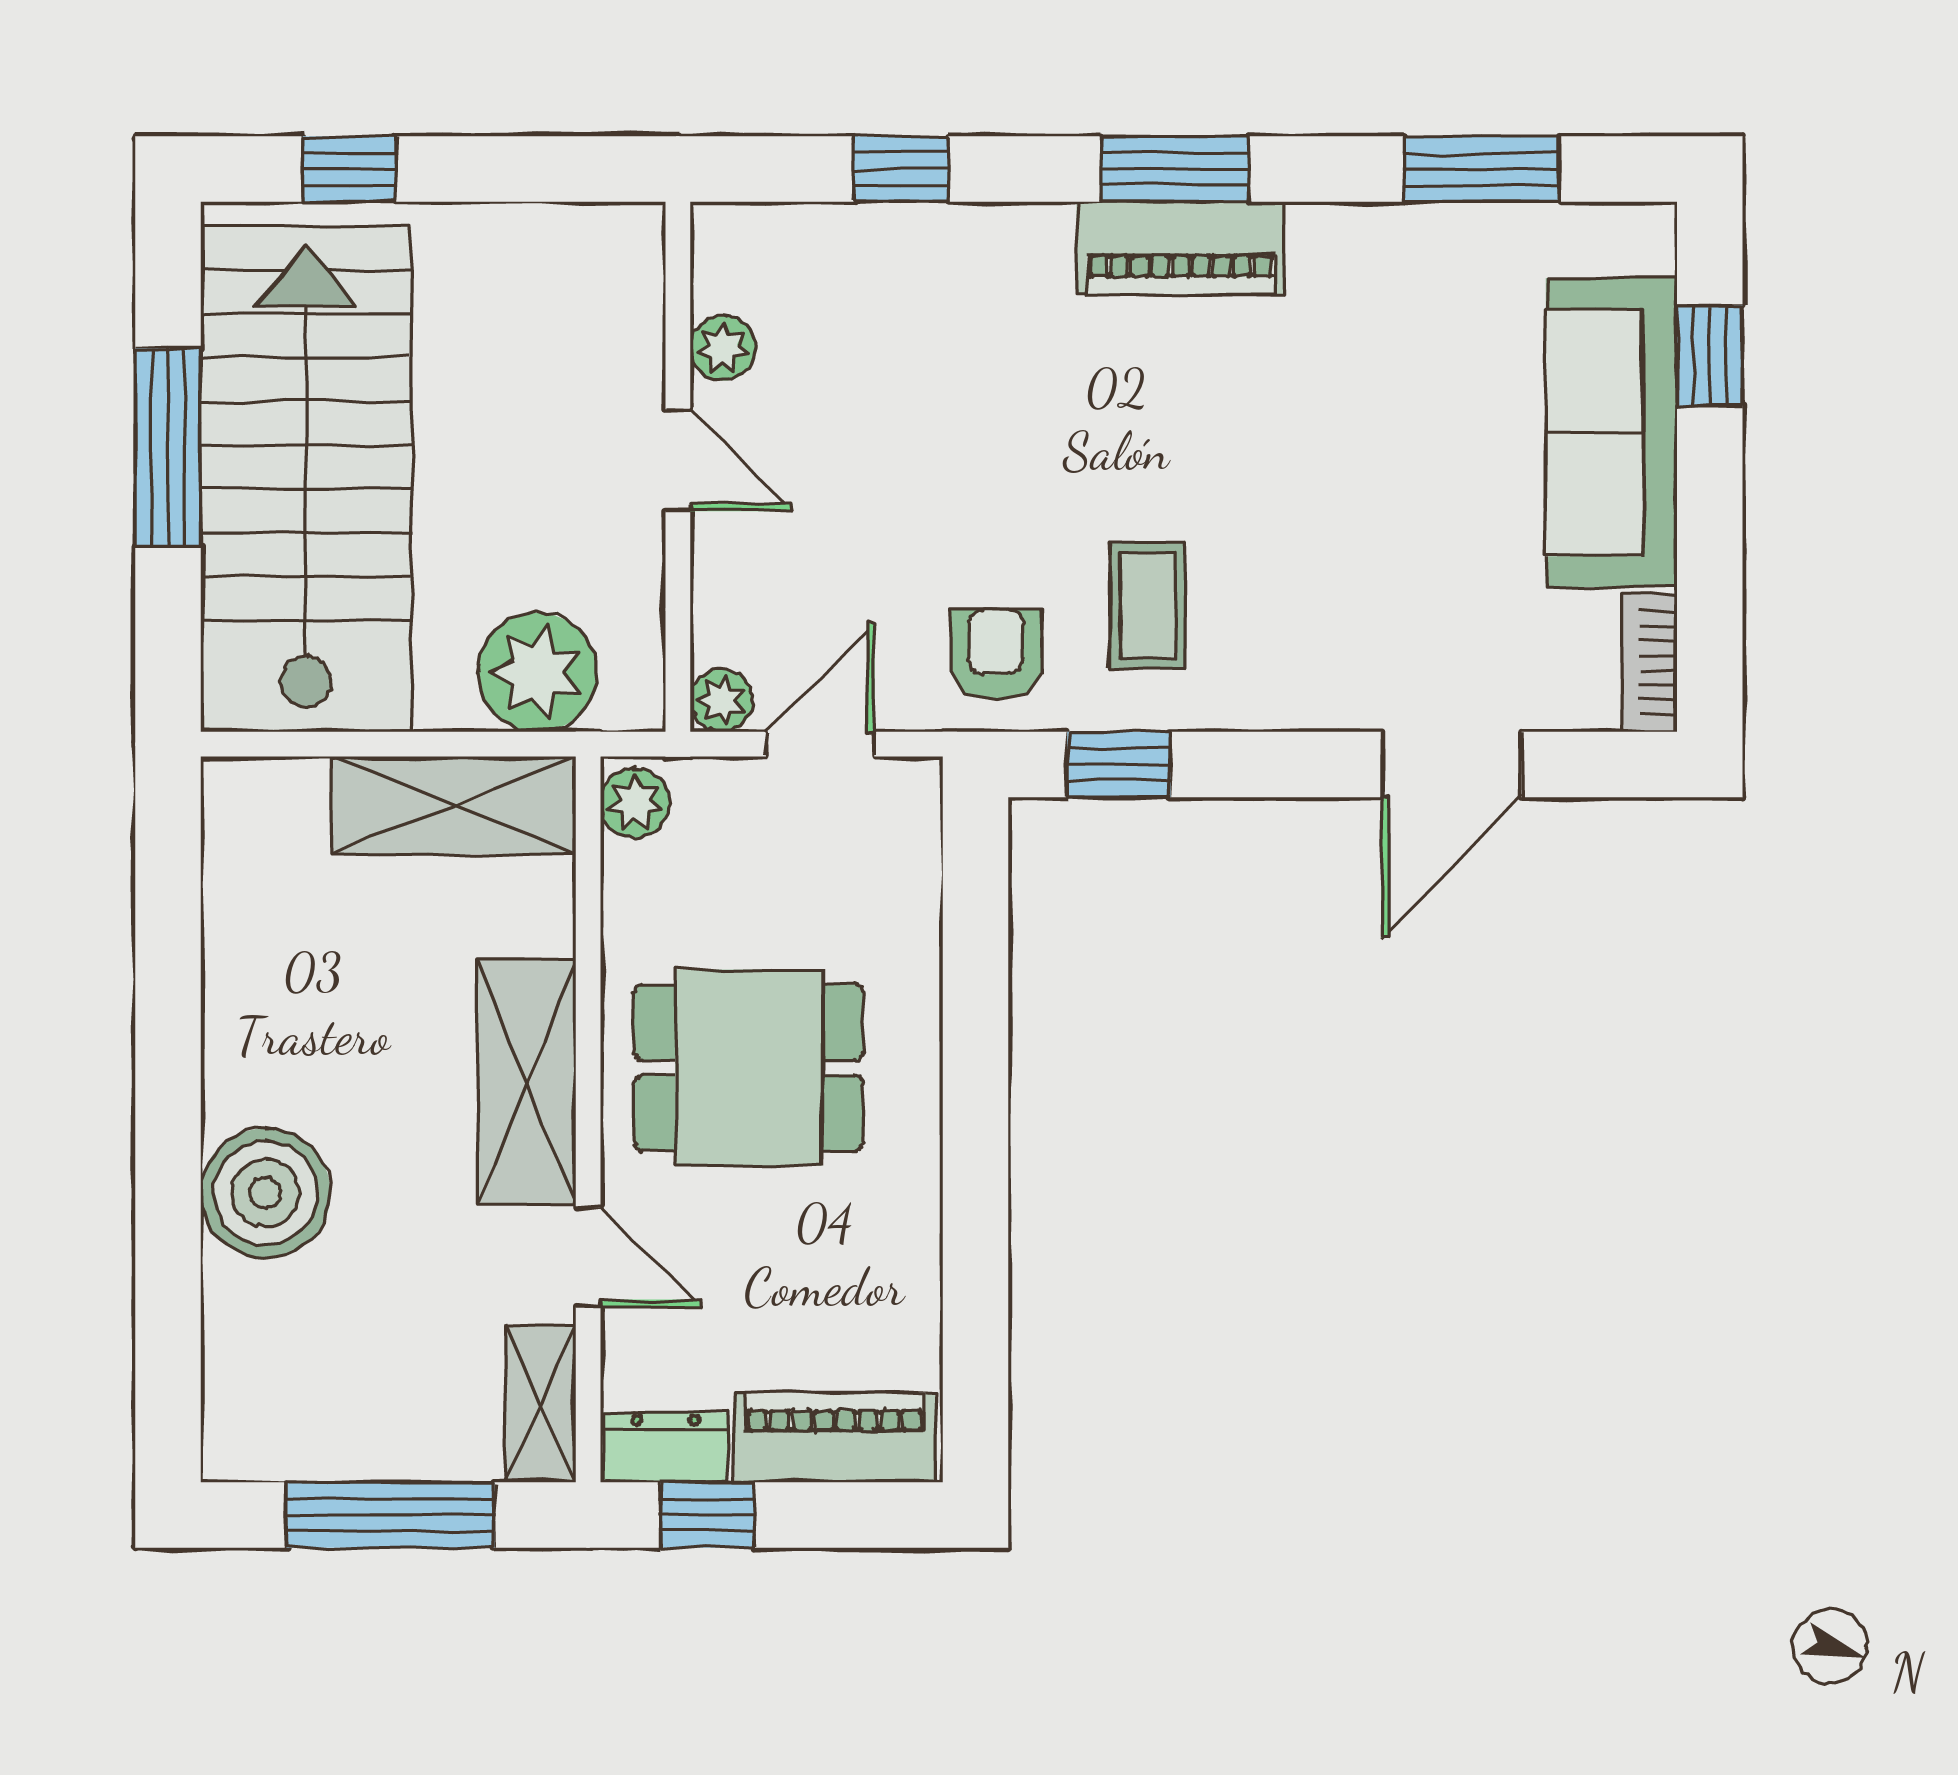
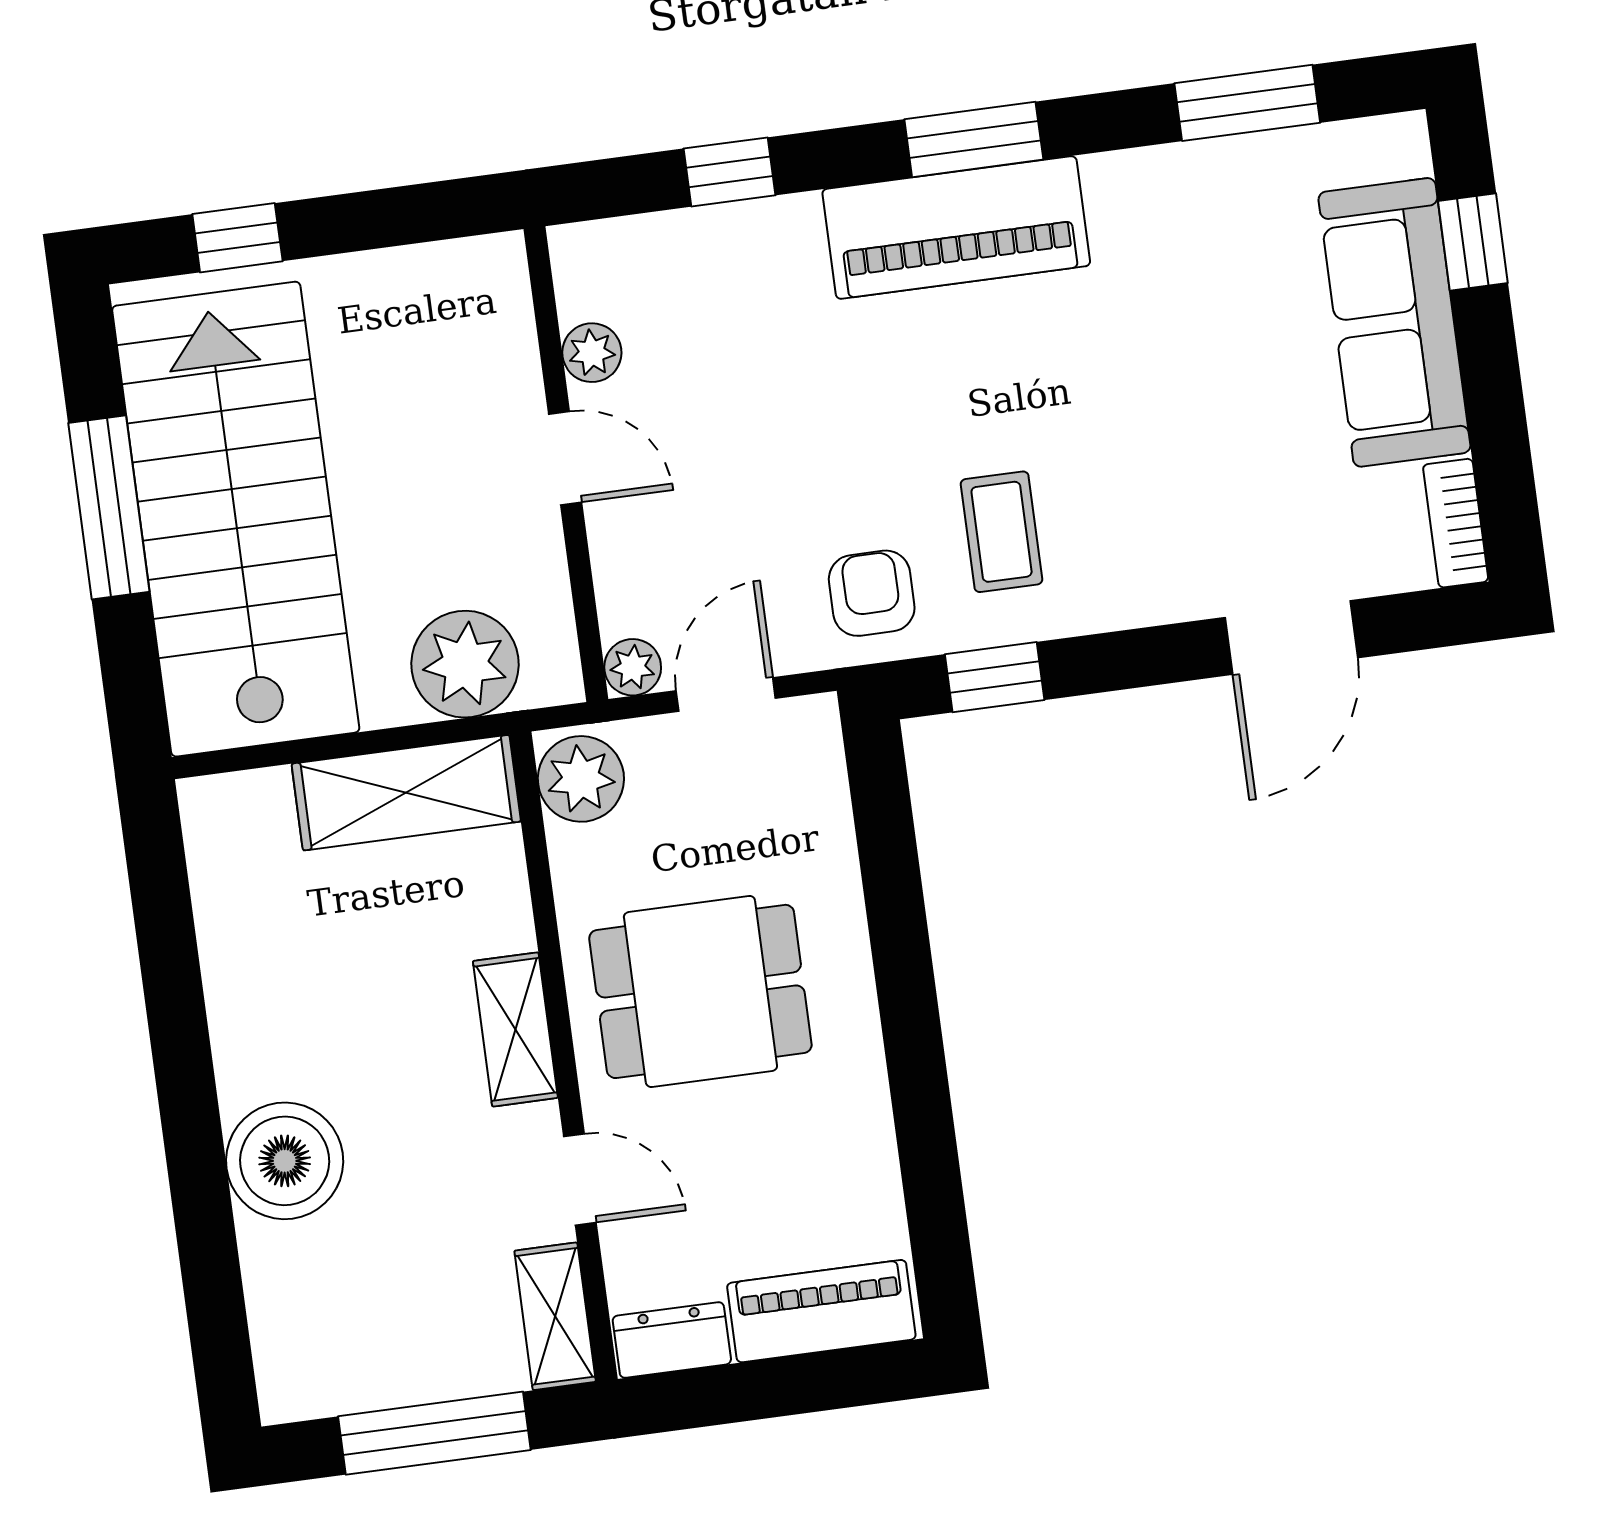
piano: (1181, 248) -> (956, 228), width x1.37, depth x1.33
plant: (635, 803) -> (581, 779), width x1.38, depth x1.38
shelving: (527, 1082) -> (515, 1029), width x0.67, depth x0.75
window: (707, 1515) -> (717, 1395), removed

